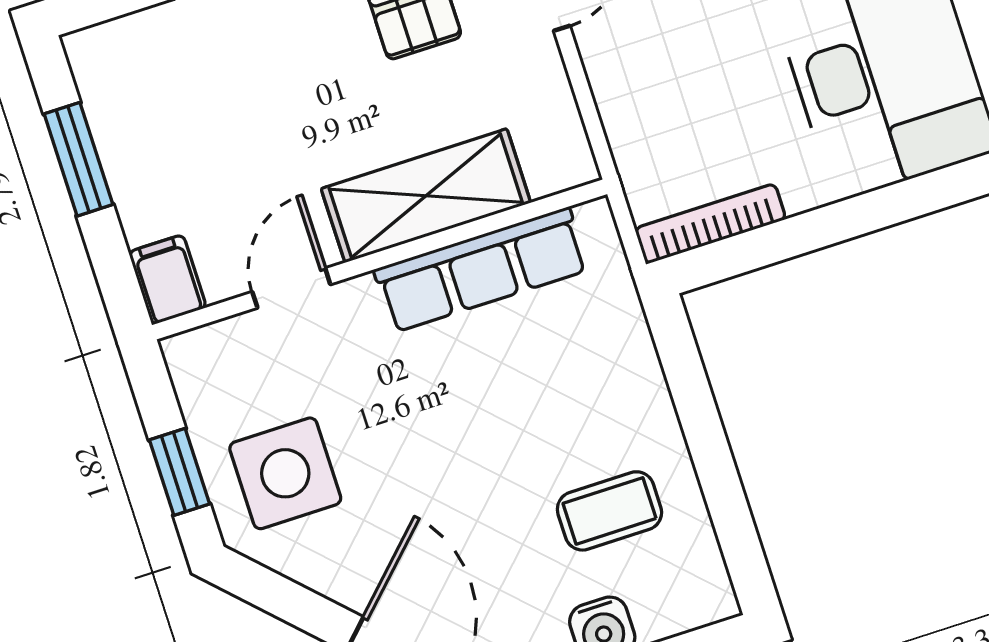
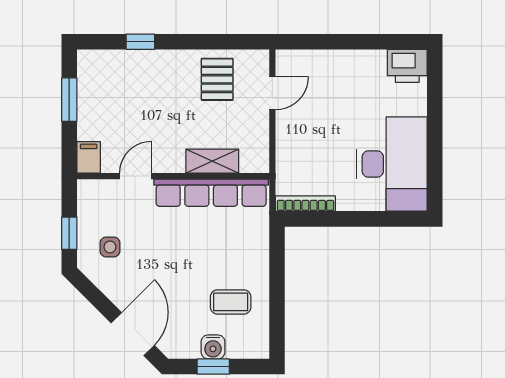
shelving: (426, 196) -> (212, 161), width x0.67, depth x0.75
row of seats: (481, 270) -> (211, 193), width x1.36
side table: (285, 473) -> (110, 247), width x0.54, depth x0.54

